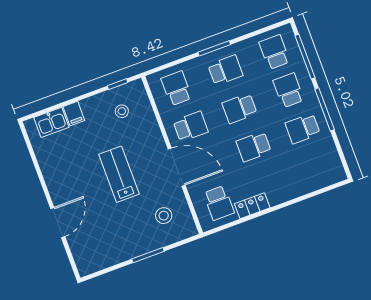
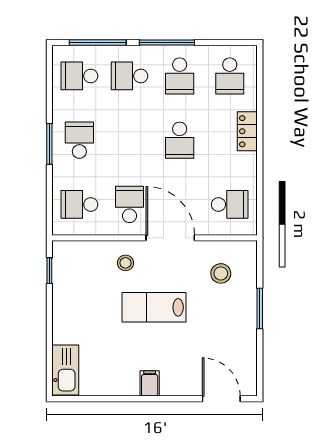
school desk: (240, 108) -> (230, 76), moved
stool: (122, 111) -> (126, 263), moved
filing cabinet: (74, 114) -> (150, 383), moved, turned -90
kitchen sink: (51, 122) -> (65, 370), width x1.38
door: (177, 167) -> (170, 238), hinge flipped
locker: (252, 206) -> (247, 131), moved
door: (58, 223) -> (221, 399), moved

